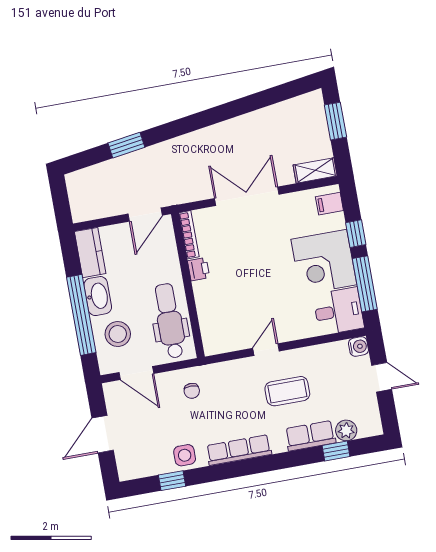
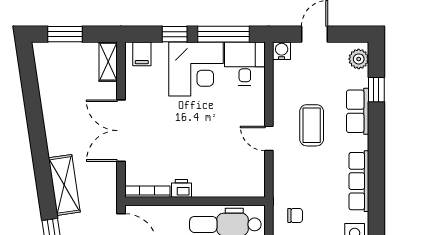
shelving: (180, 148) -> (64, 185), added
plant: (346, 430) -> (359, 59), moved

